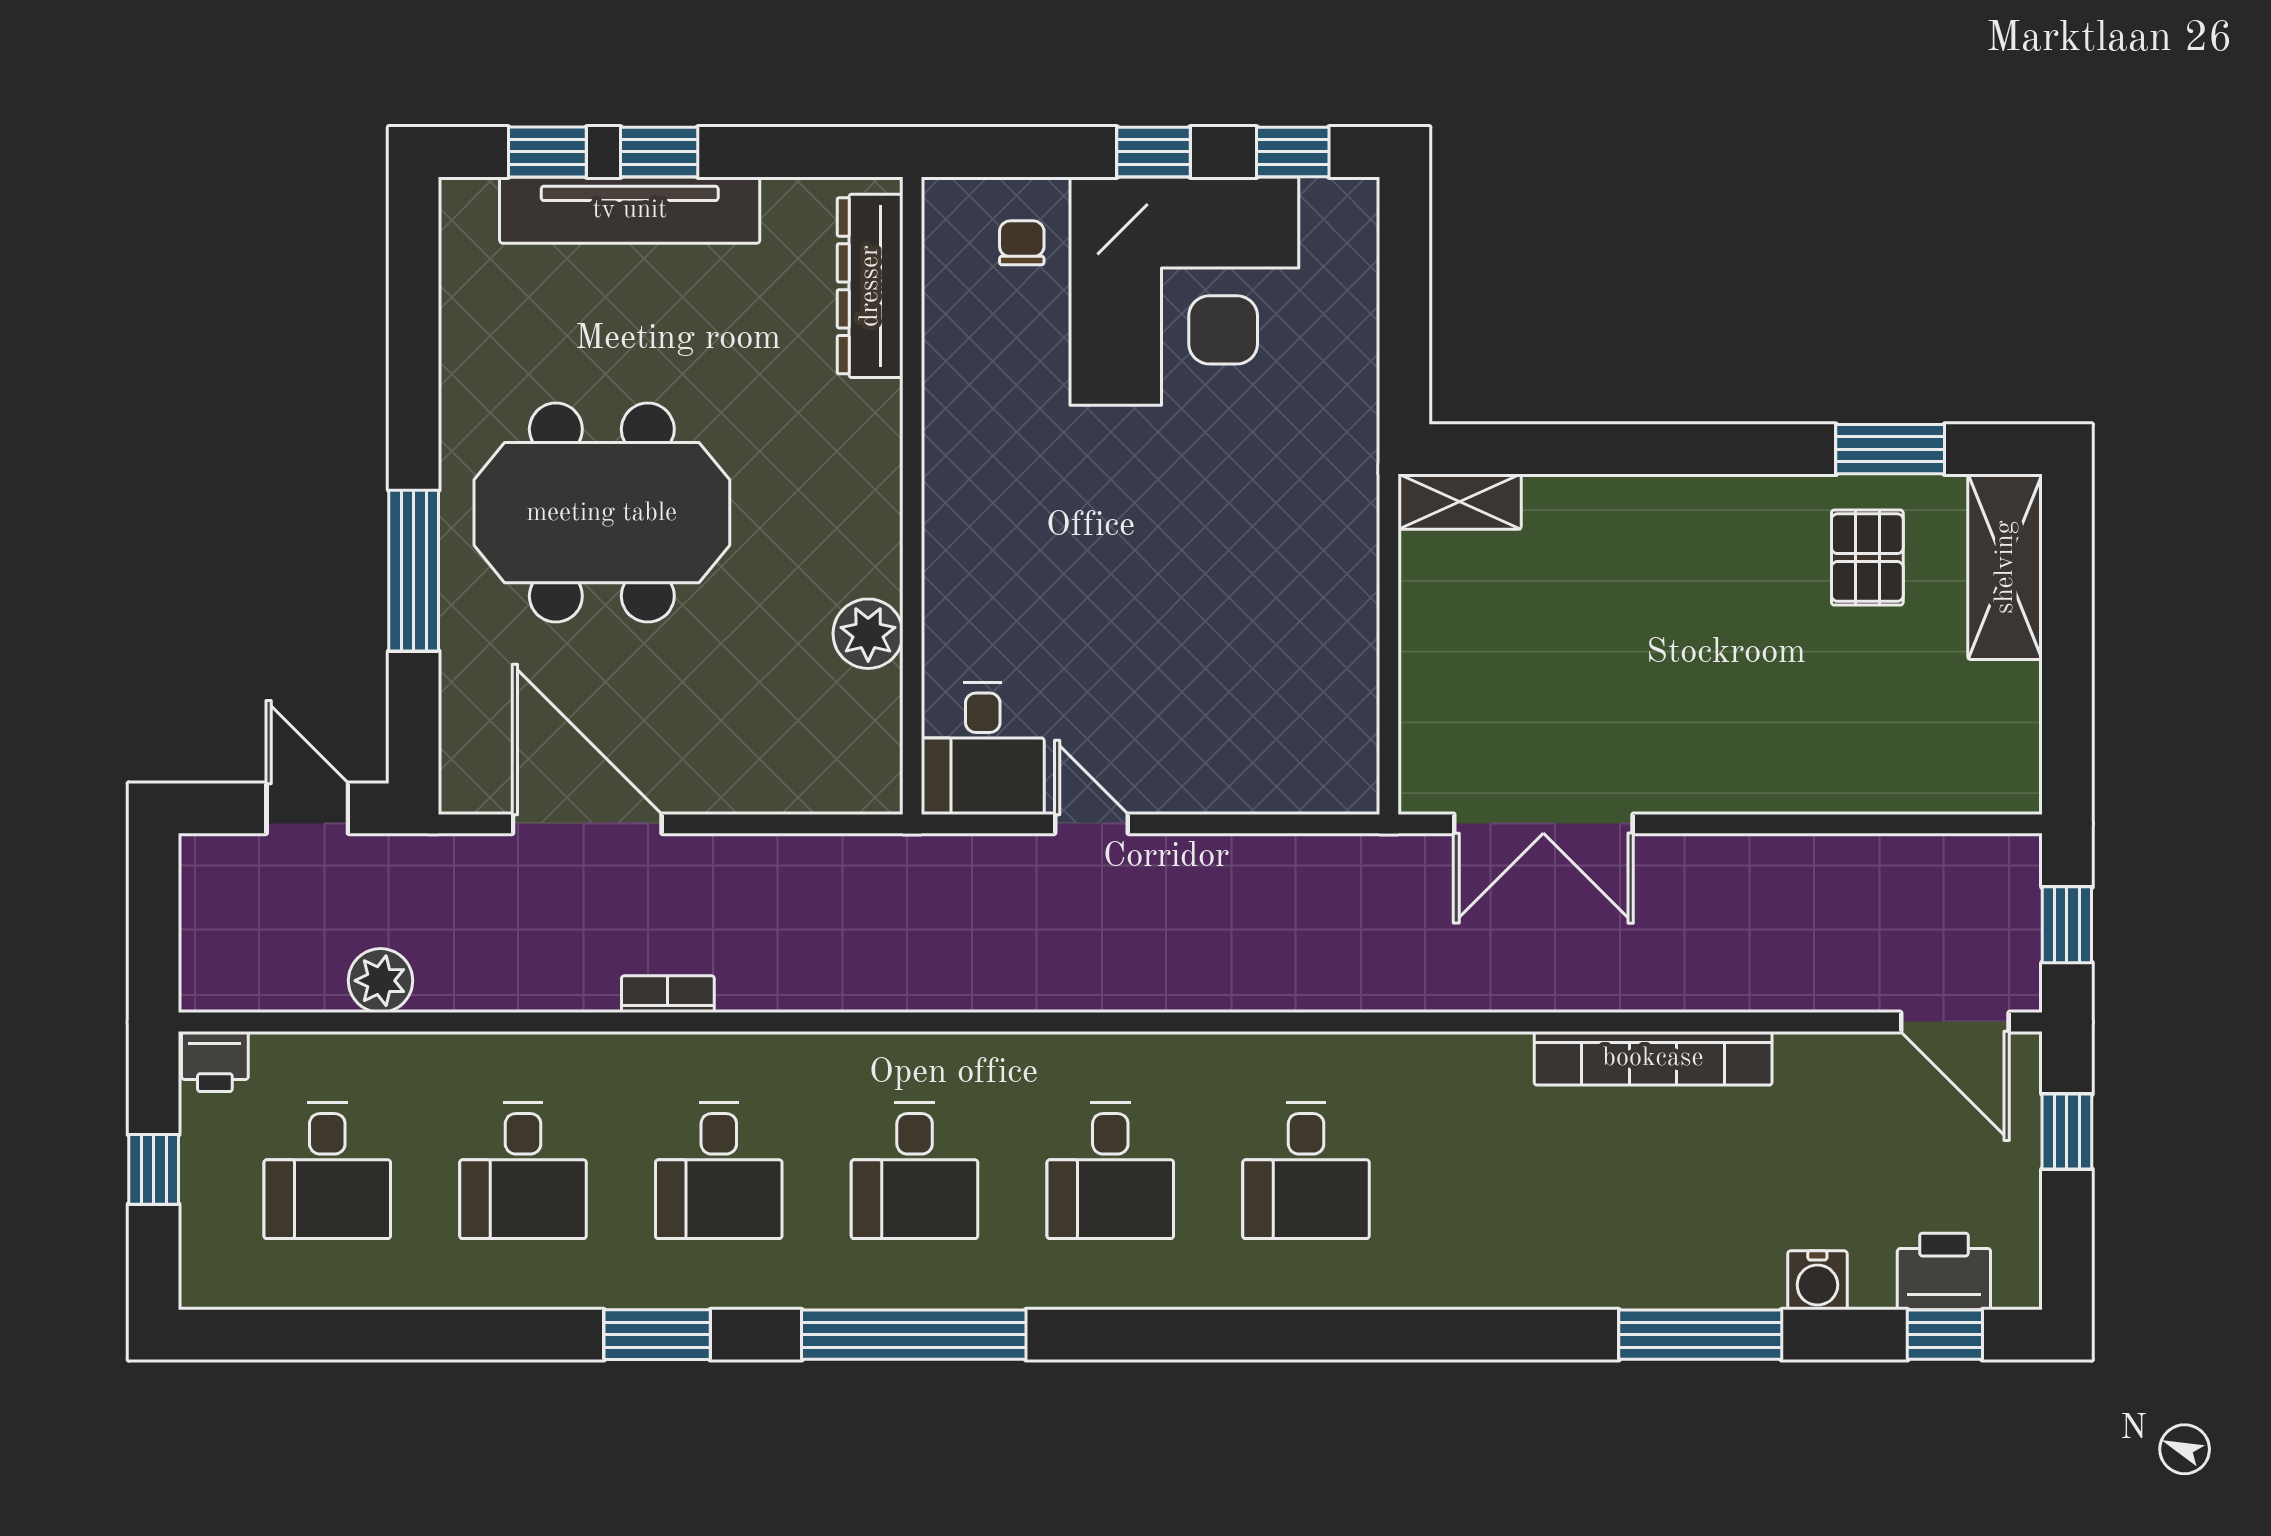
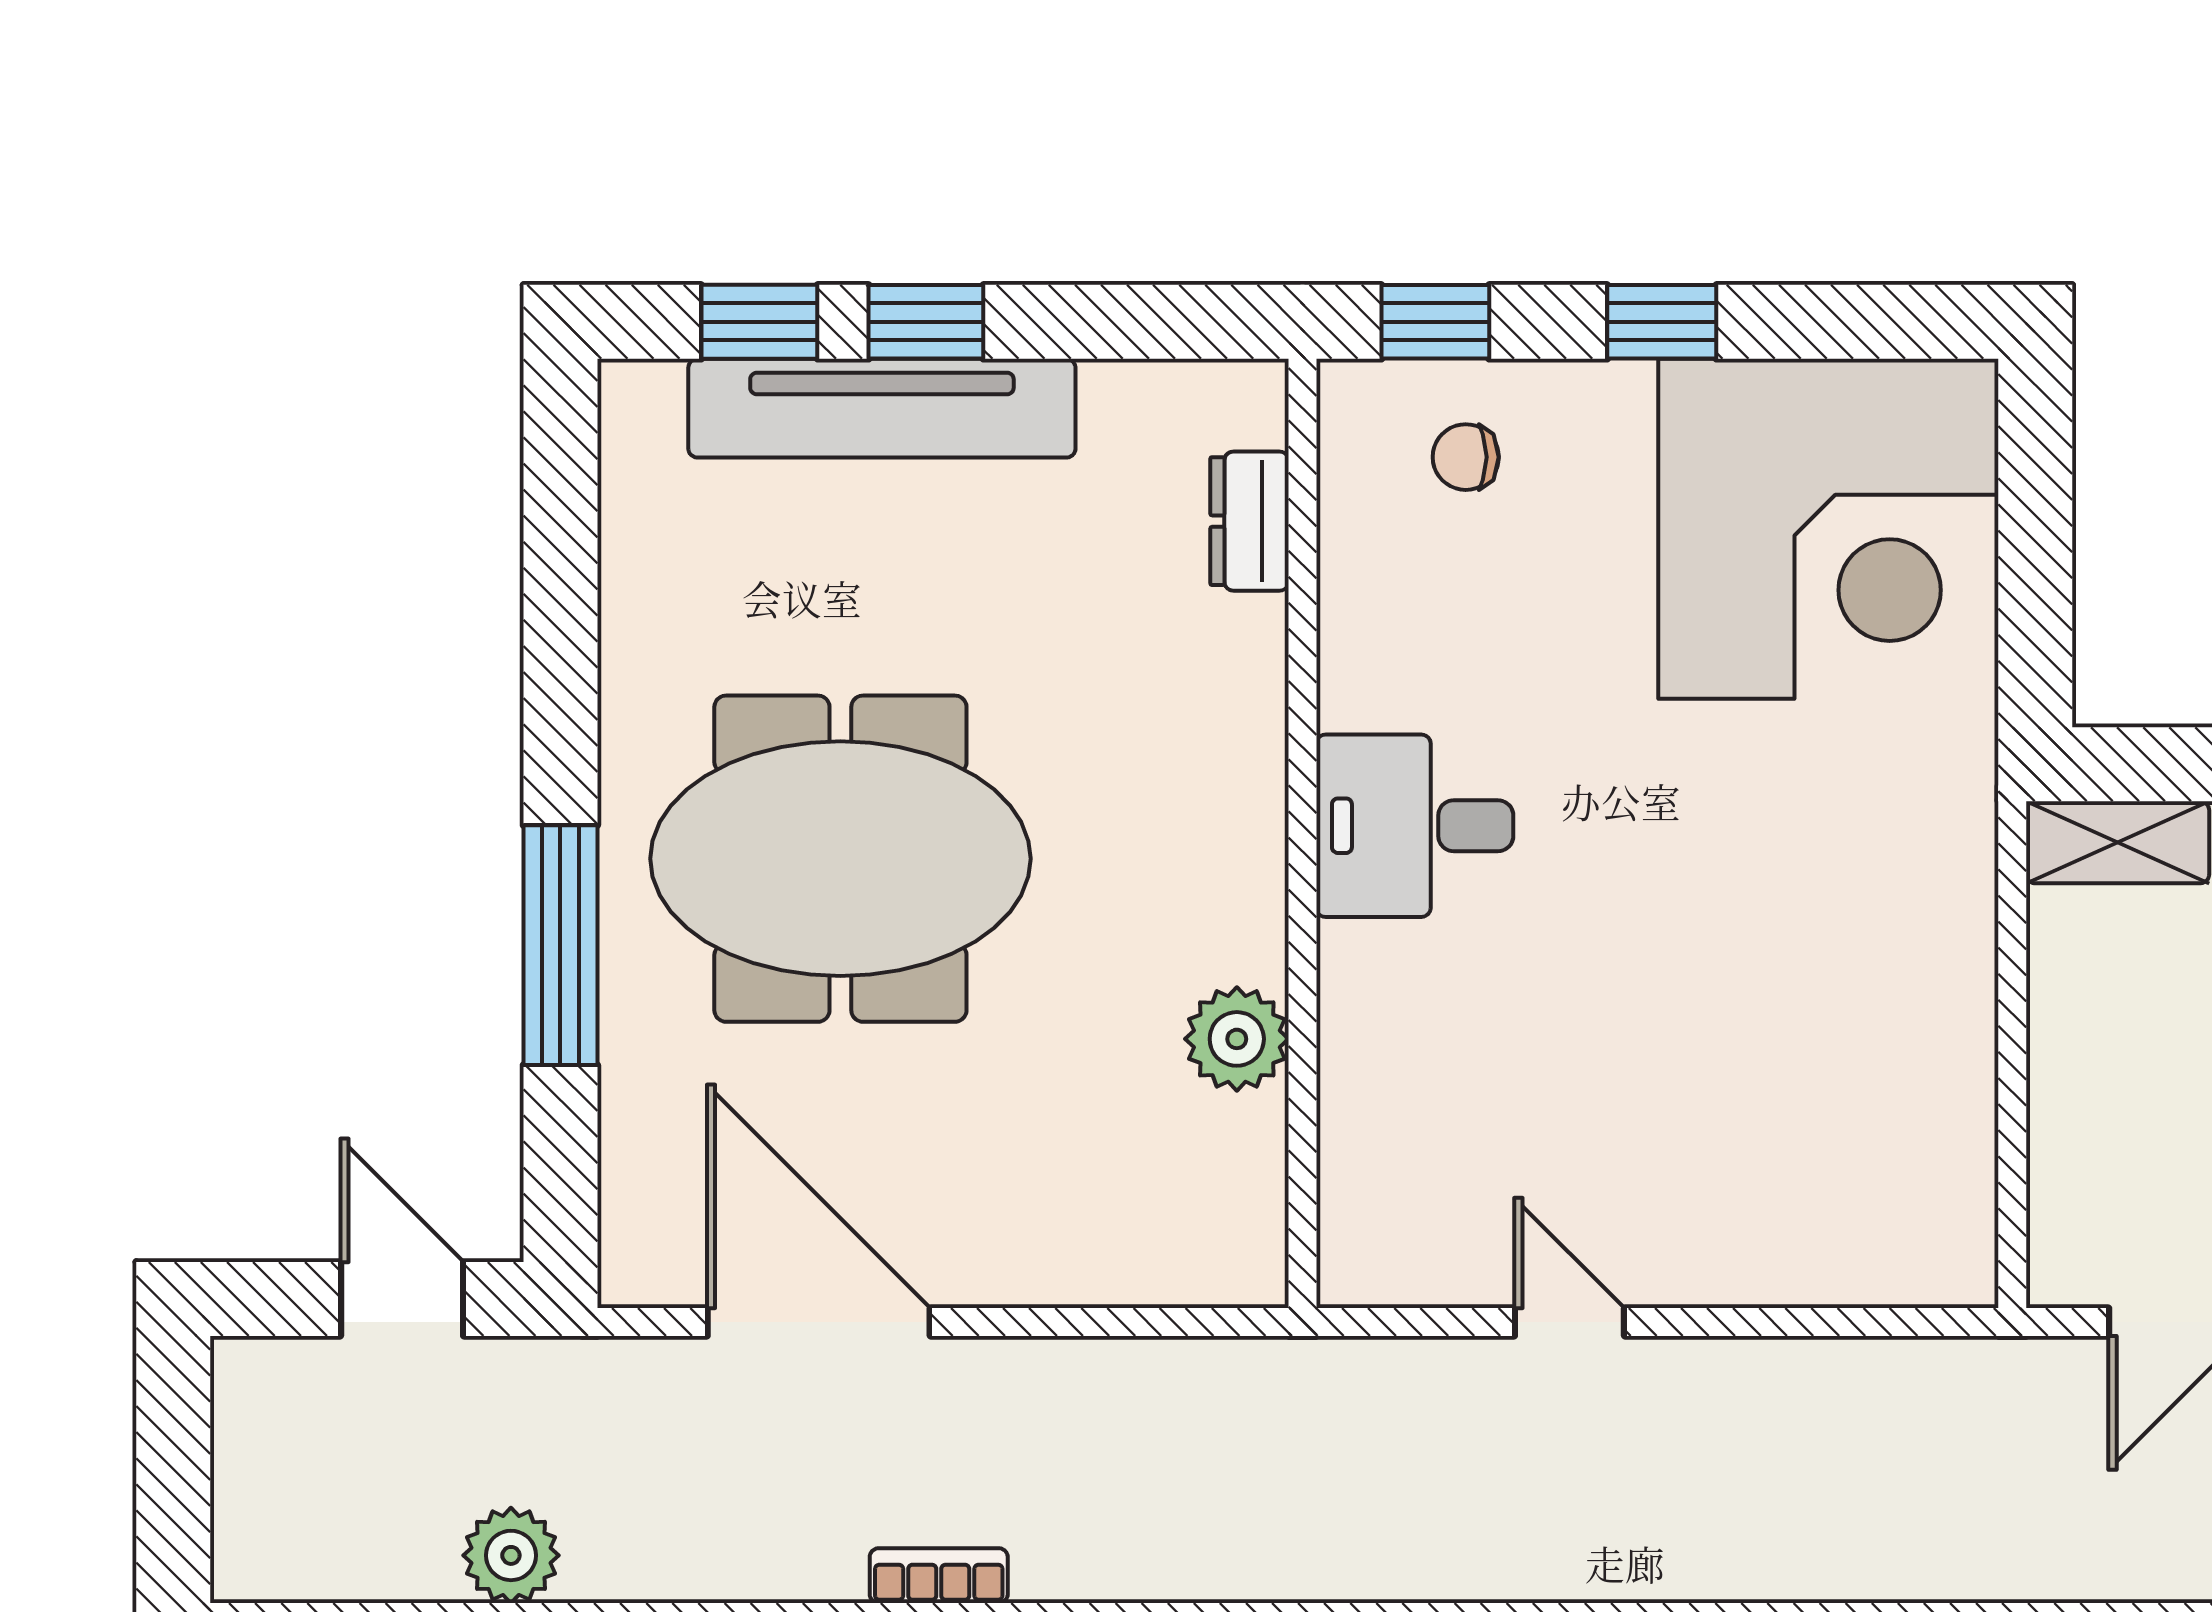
window: (1293, 152) -> (1435, 322), moved
chair: (1022, 243) -> (1466, 457), turned -90
dresser: (870, 286) -> (1249, 521), width x0.51, depth x0.80
corner desk: (1184, 291) -> (1828, 529), moved
desk: (983, 748) -> (1415, 826), moved, turned 90

